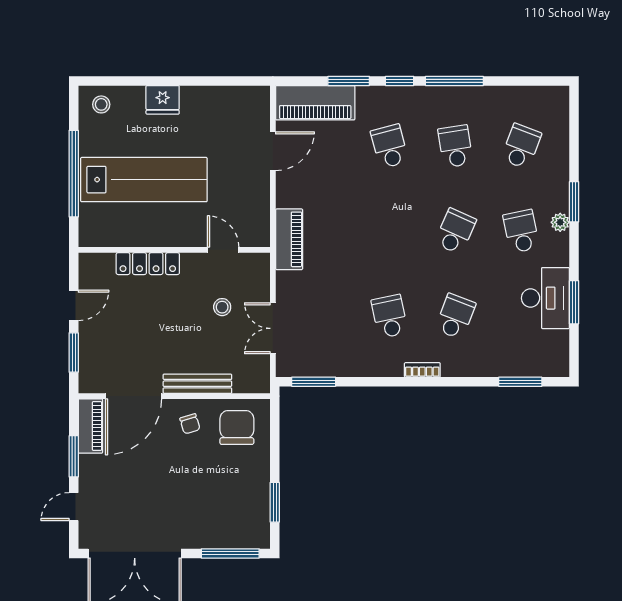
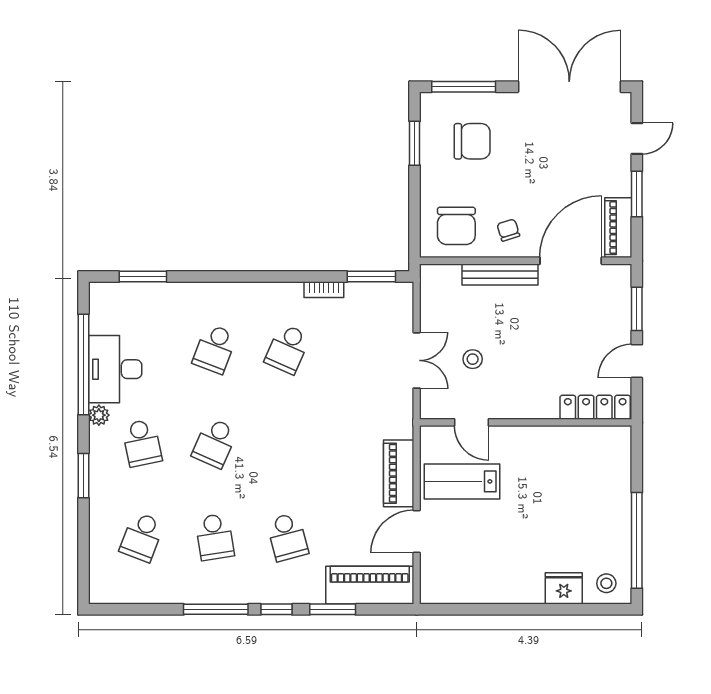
fridge: (163, 100) -> (564, 588), moved
window: (74, 174) -> (637, 540), moved
lab bench: (144, 180) -> (462, 481), moved, width x0.54, depth x0.72
plant: (560, 222) -> (99, 415), moved
piano: (289, 239) -> (399, 473), moved
locker: (148, 264) -> (595, 407), moved
window: (574, 302) -> (83, 364), width x2.11
school desk: (390, 316) -> (287, 349), turned 36
double door: (273, 328) -> (417, 360), moved
bookcase: (422, 370) -> (324, 290), moved
chair: (223, 504) -> (472, 141), added

